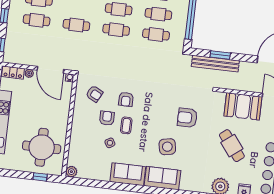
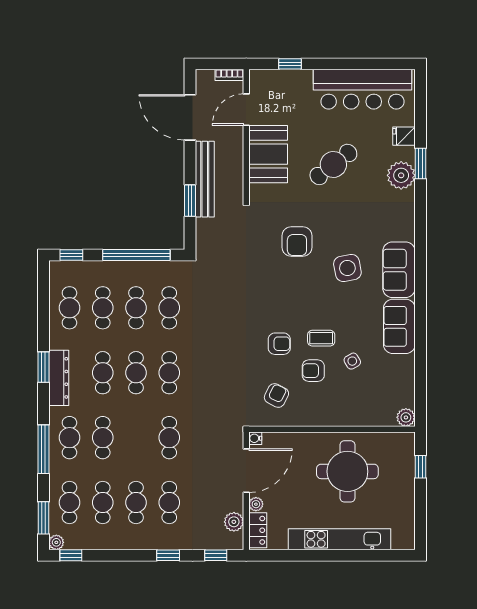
plant: (20, 58) -> (234, 522), added
bench: (215, 64) -> (205, 179), moved
round table: (42, 147) -> (347, 471), moved

